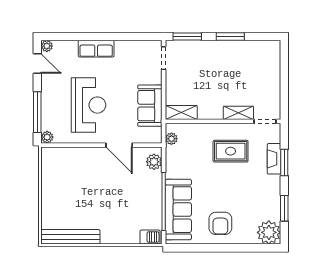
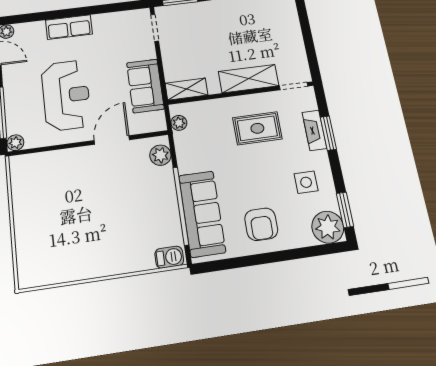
shelving: (238, 113) -> (249, 79), width x1.50, depth x1.33
door: (119, 145) -> (112, 140), swing flipped
side table: (260, 197) -> (306, 182), added
window: (284, 208) -> (345, 210), moved
bench: (70, 237) -> (59, 273), removed

